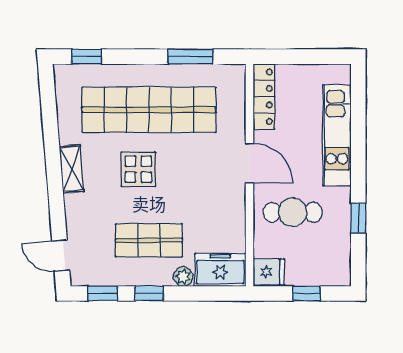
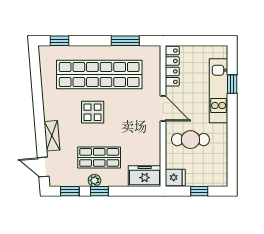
shelving: (72, 169) -> (52, 136), moved
window: (358, 218) -> (232, 84), moved
plant: (183, 277) -> (94, 180), moved

